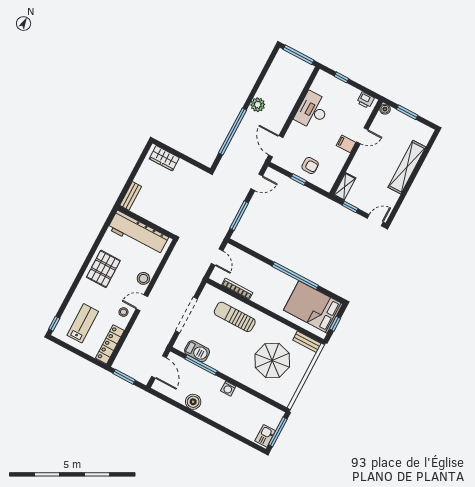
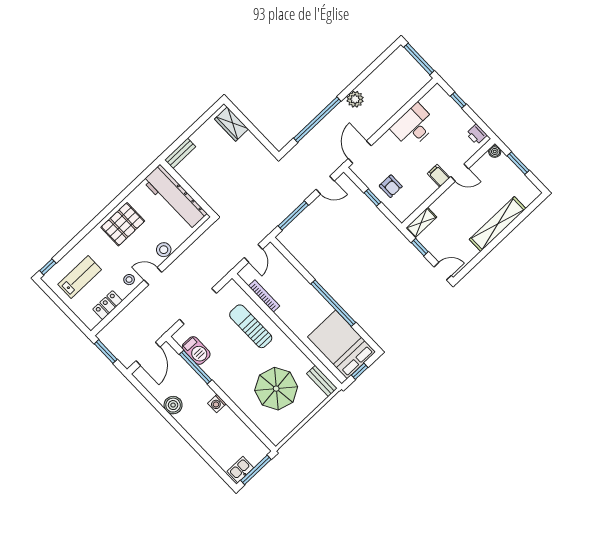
locker: (110, 344) -> (108, 305), width x0.66

